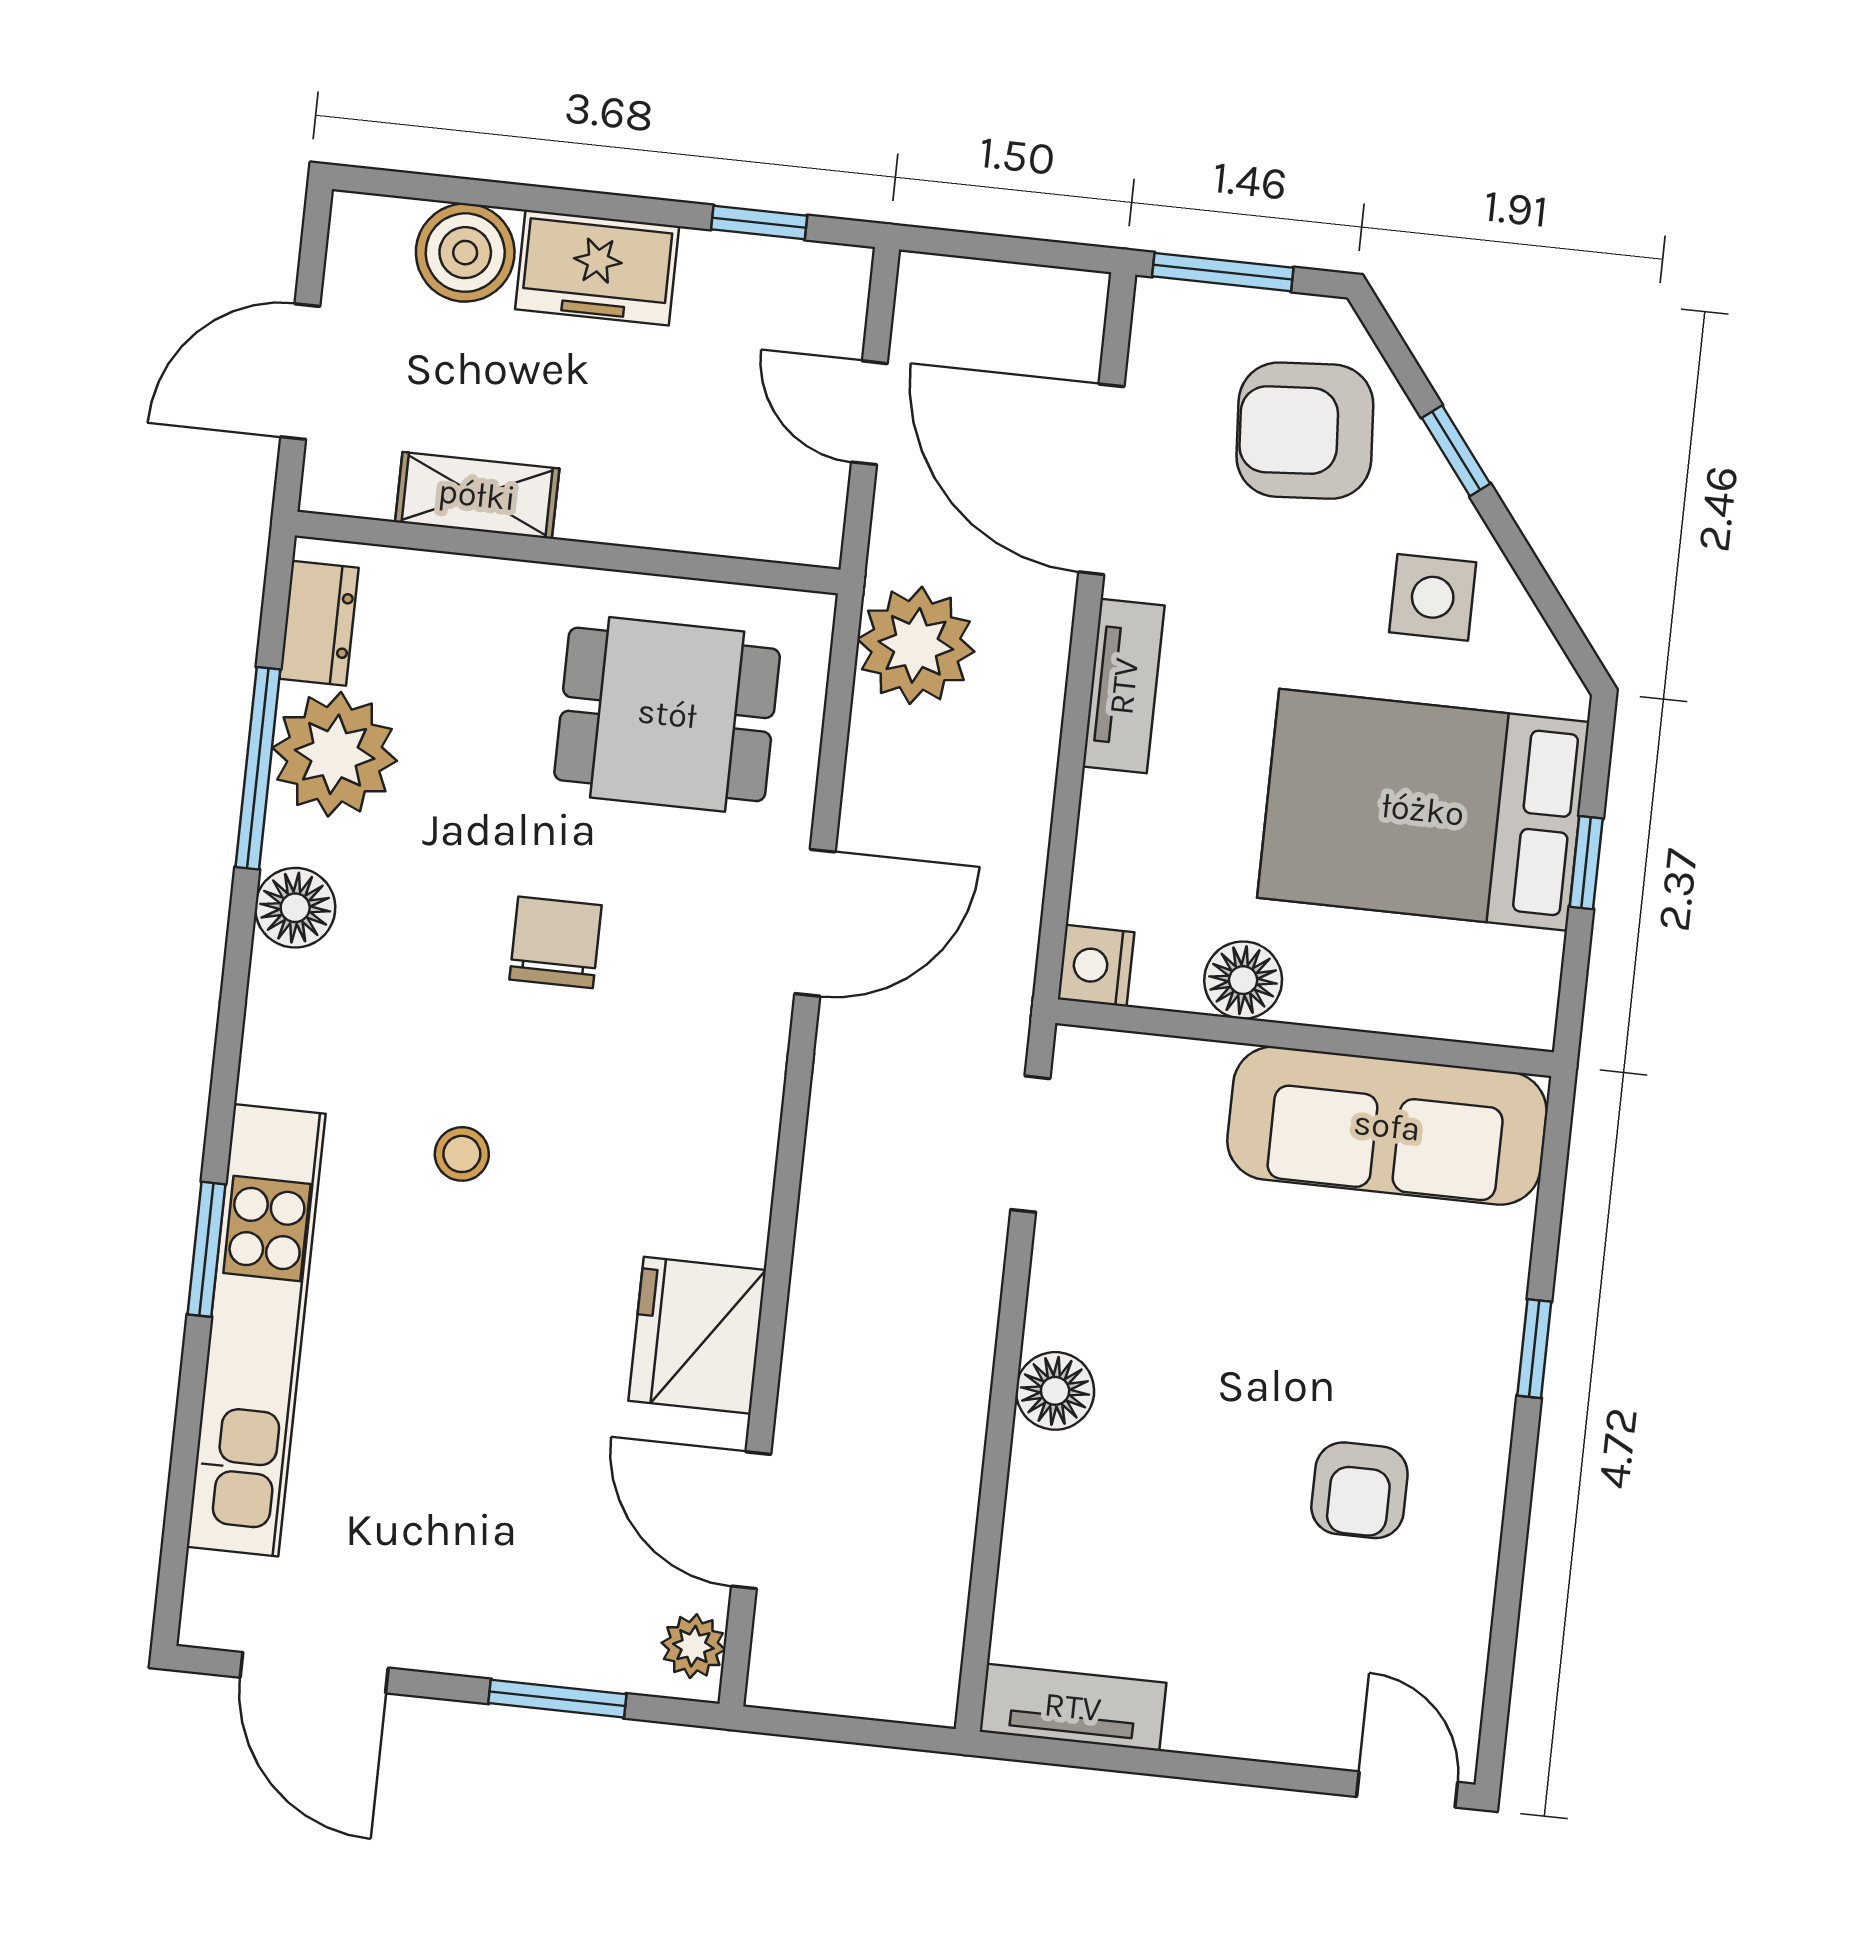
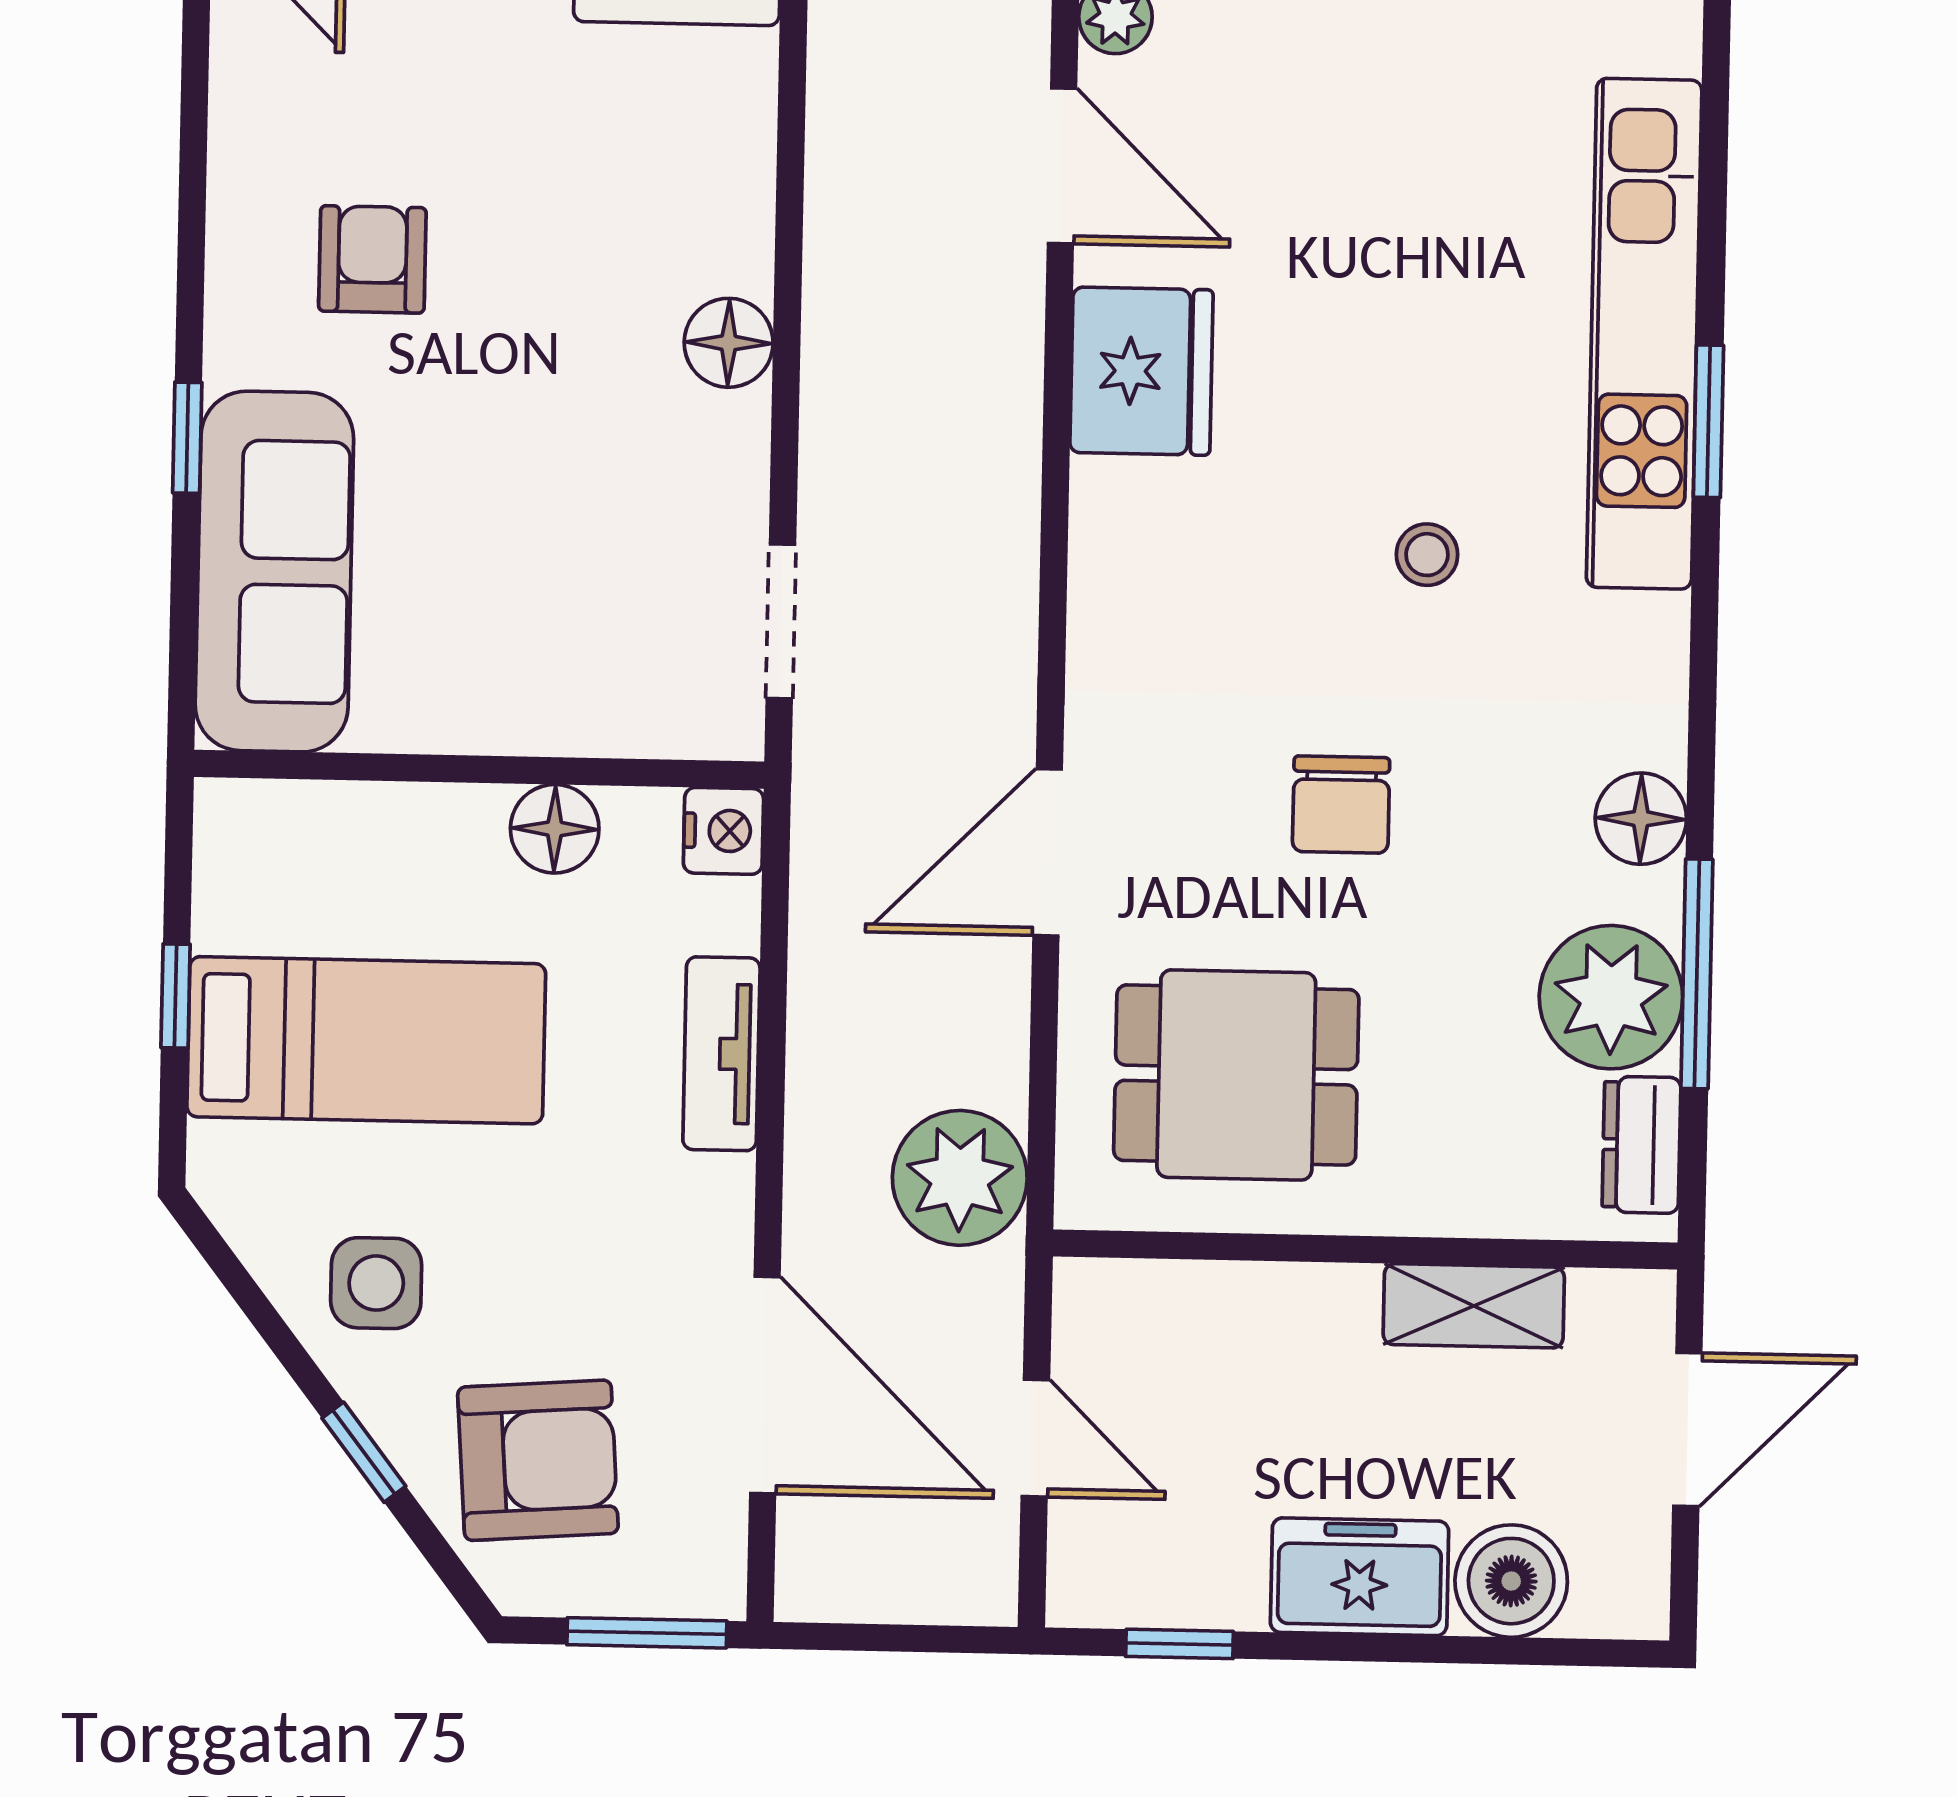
tv unit: (1124, 686) -> (721, 1054), moved
bed: (1423, 810) -> (366, 1040), width x0.67
sofa: (1387, 1126) -> (274, 572), moved, turned 90

